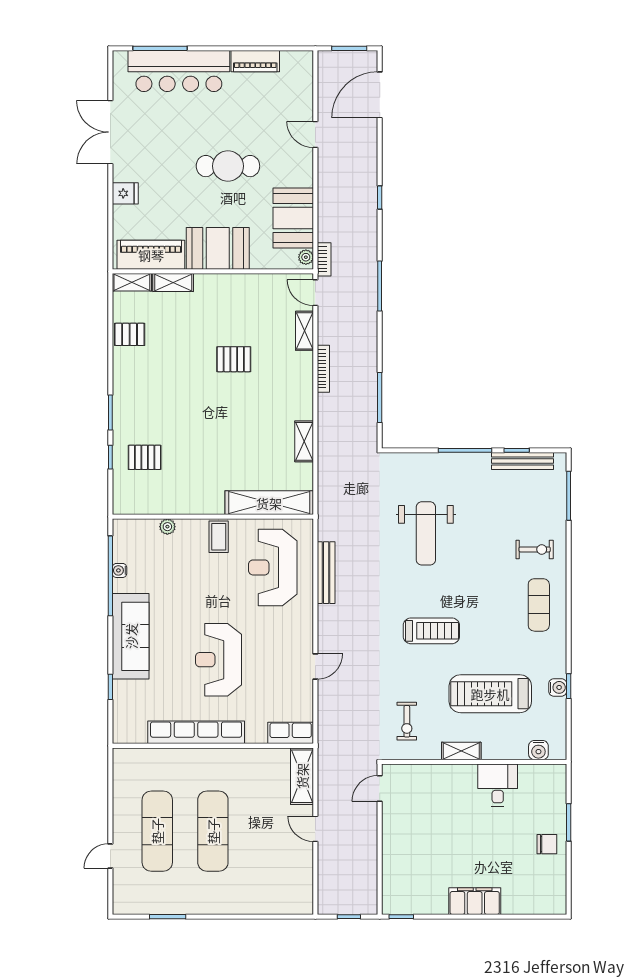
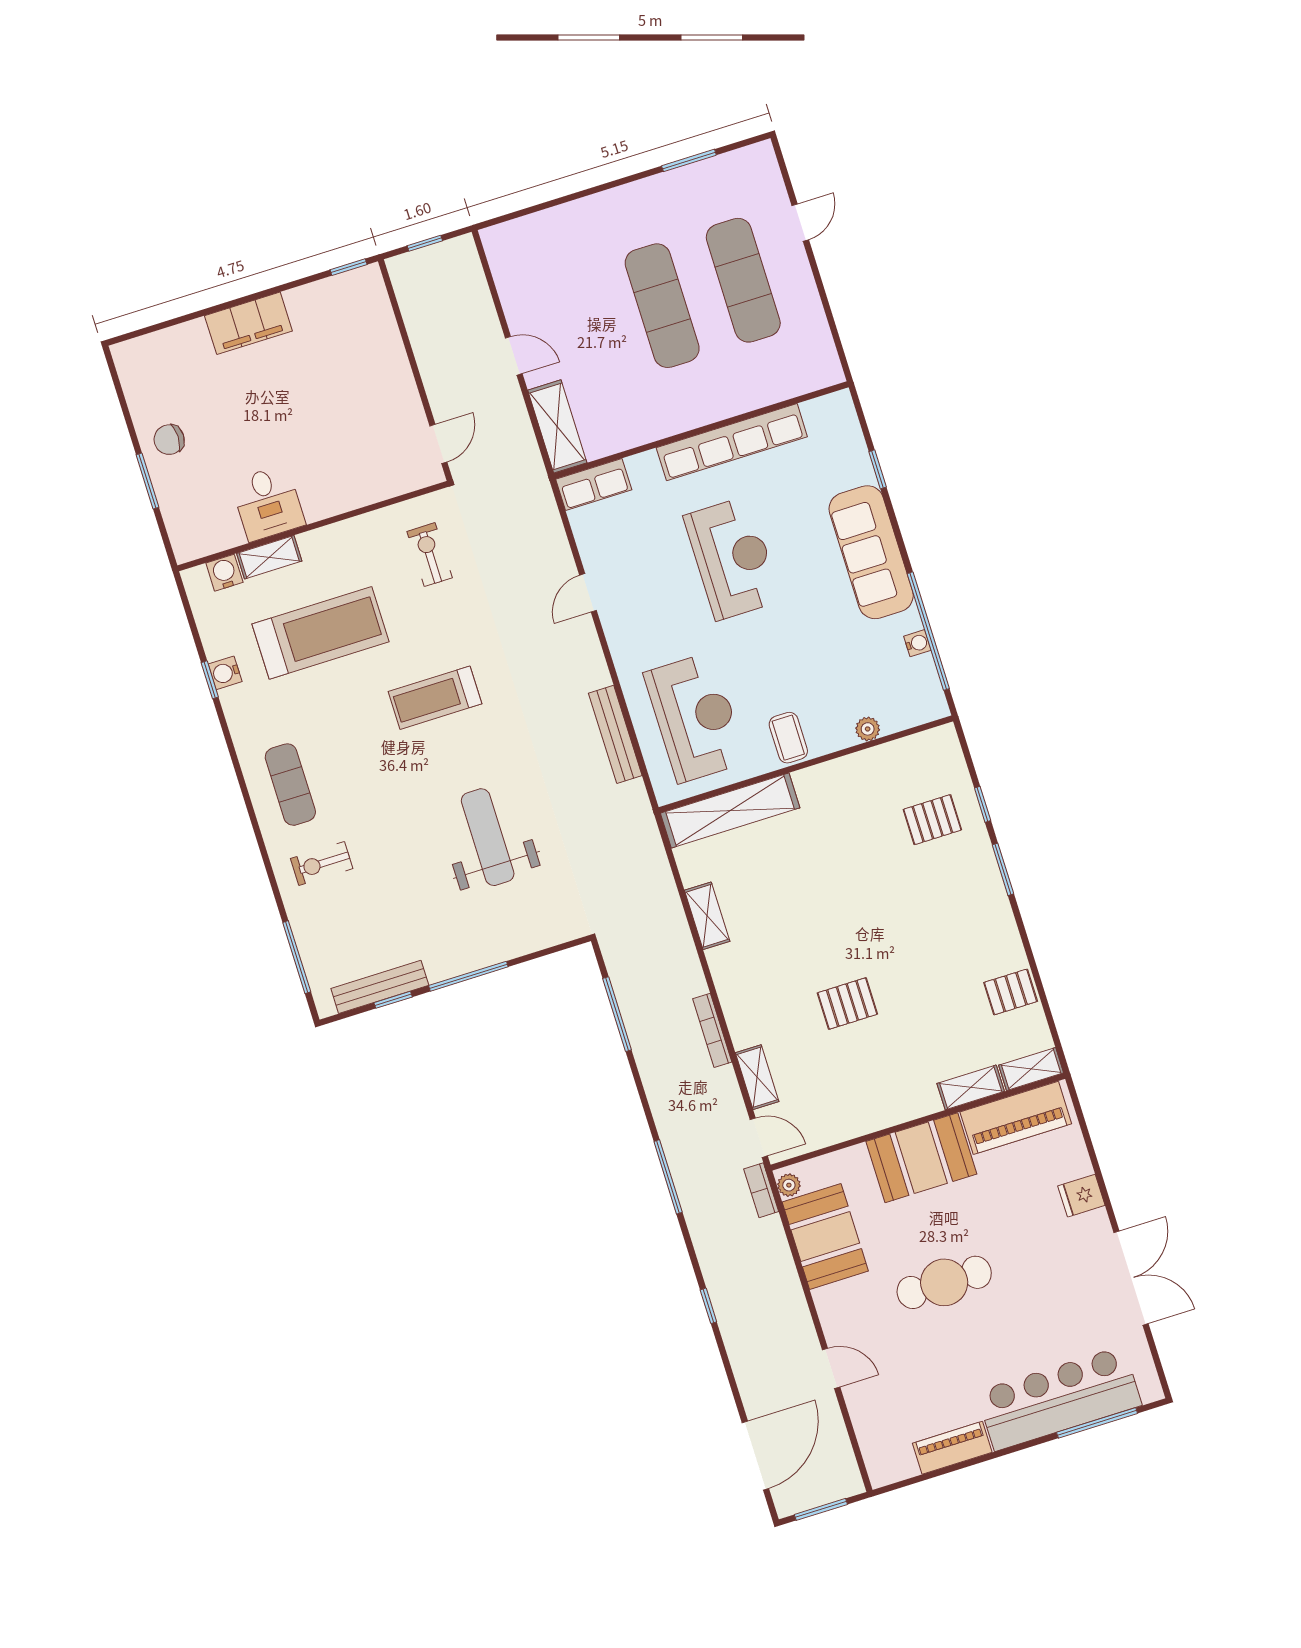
shelving: (461, 751) -> (269, 557), moved

